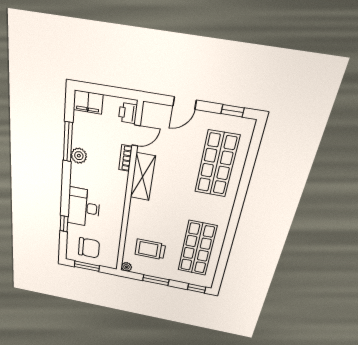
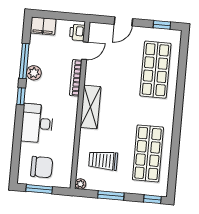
bookcase: (125, 158) -> (76, 78), width x1.56
shelving: (143, 177) -> (90, 107), moved
window: (64, 224) -> (21, 96), moved

